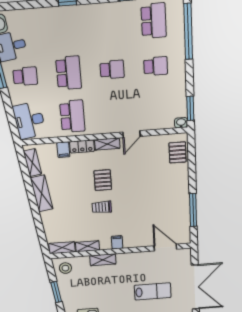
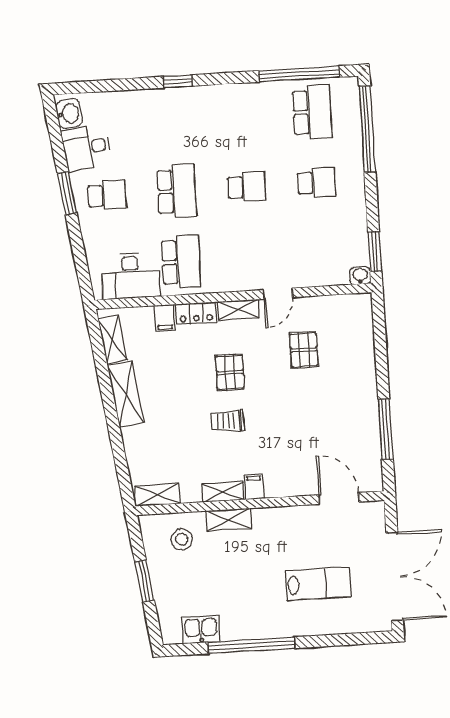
desk: (29, 120) -> (130, 276), moved, turned -82
pallet: (178, 152) -> (304, 350), moved
shelving: (88, 246) -> (223, 492), moved
stool: (65, 268) -> (182, 539), moved

